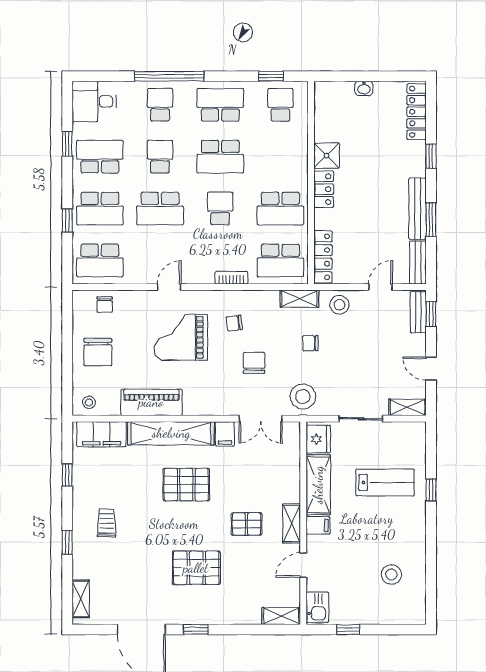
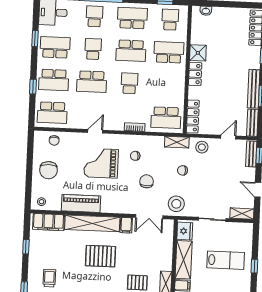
washbasin: (364, 88) -> (206, 11), moved
school desk: (280, 209) -> (169, 52), moved, turned 180

